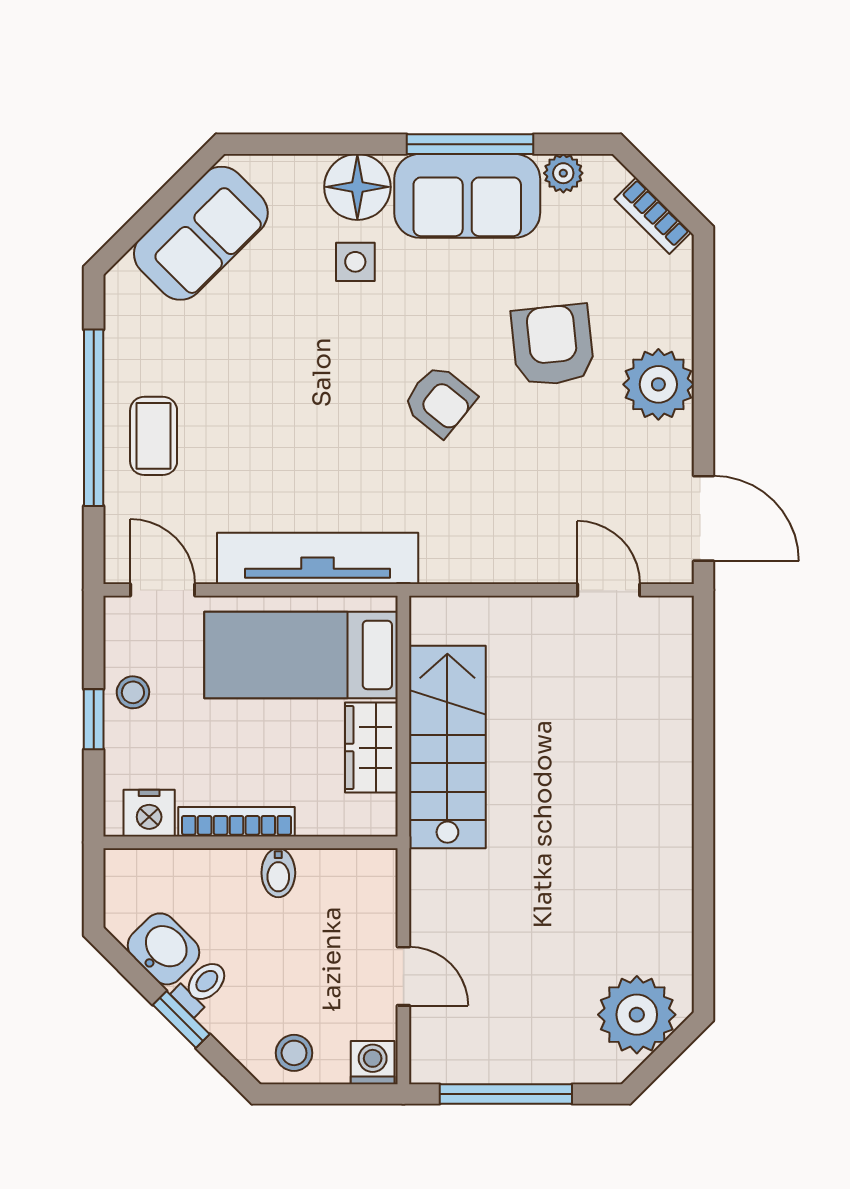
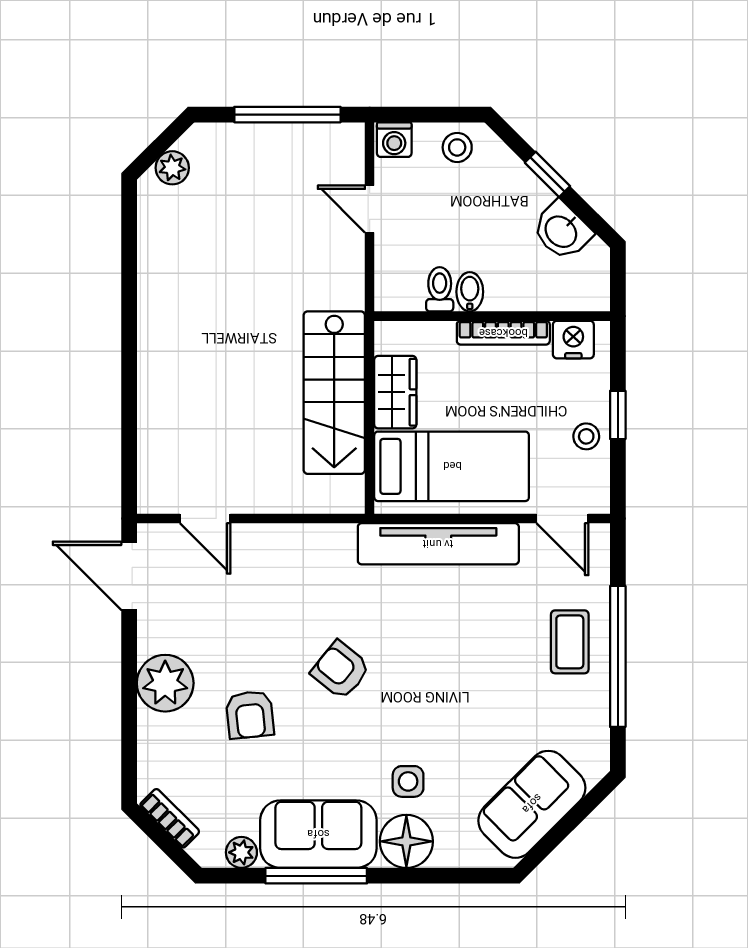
armchair: (553, 345) -> (250, 715), width x0.72, depth x0.72
toilet: (201, 987) -> (440, 289), moved, turned 135
plant: (637, 1015) -> (172, 168), width x0.53, depth x0.53

